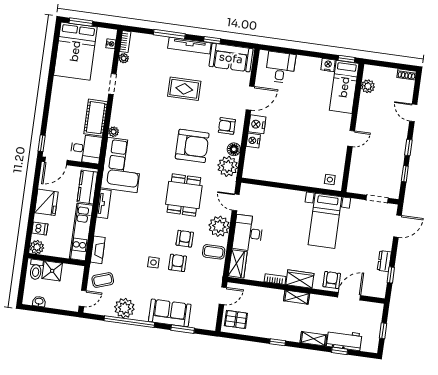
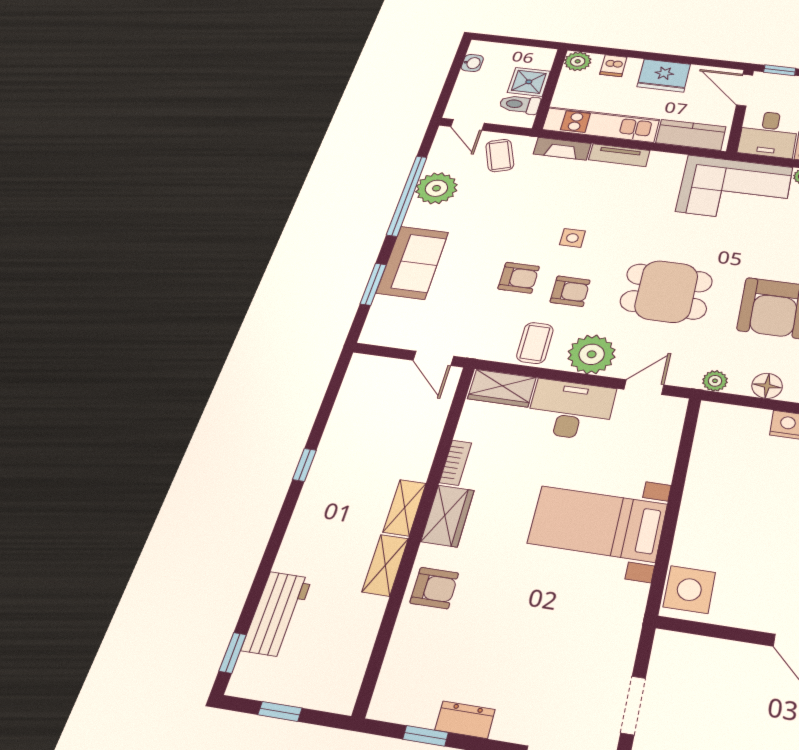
plant: (228, 166) -> (715, 381), width x0.53, depth x0.53
side table: (330, 180) -> (689, 590), width x1.87, depth x1.87
tv unit: (104, 204) -> (619, 155), moved
bed with nightstands: (325, 221) -> (598, 524), moved
side table: (153, 262) -> (572, 238), moved
toilet: (36, 269) -> (520, 104), moved
door: (349, 296) -> (386, 628), removed
pallet: (236, 319) -> (375, 382), removed
shelving: (313, 339) -> (385, 565), moved
window: (340, 351) -> (233, 653), moved

